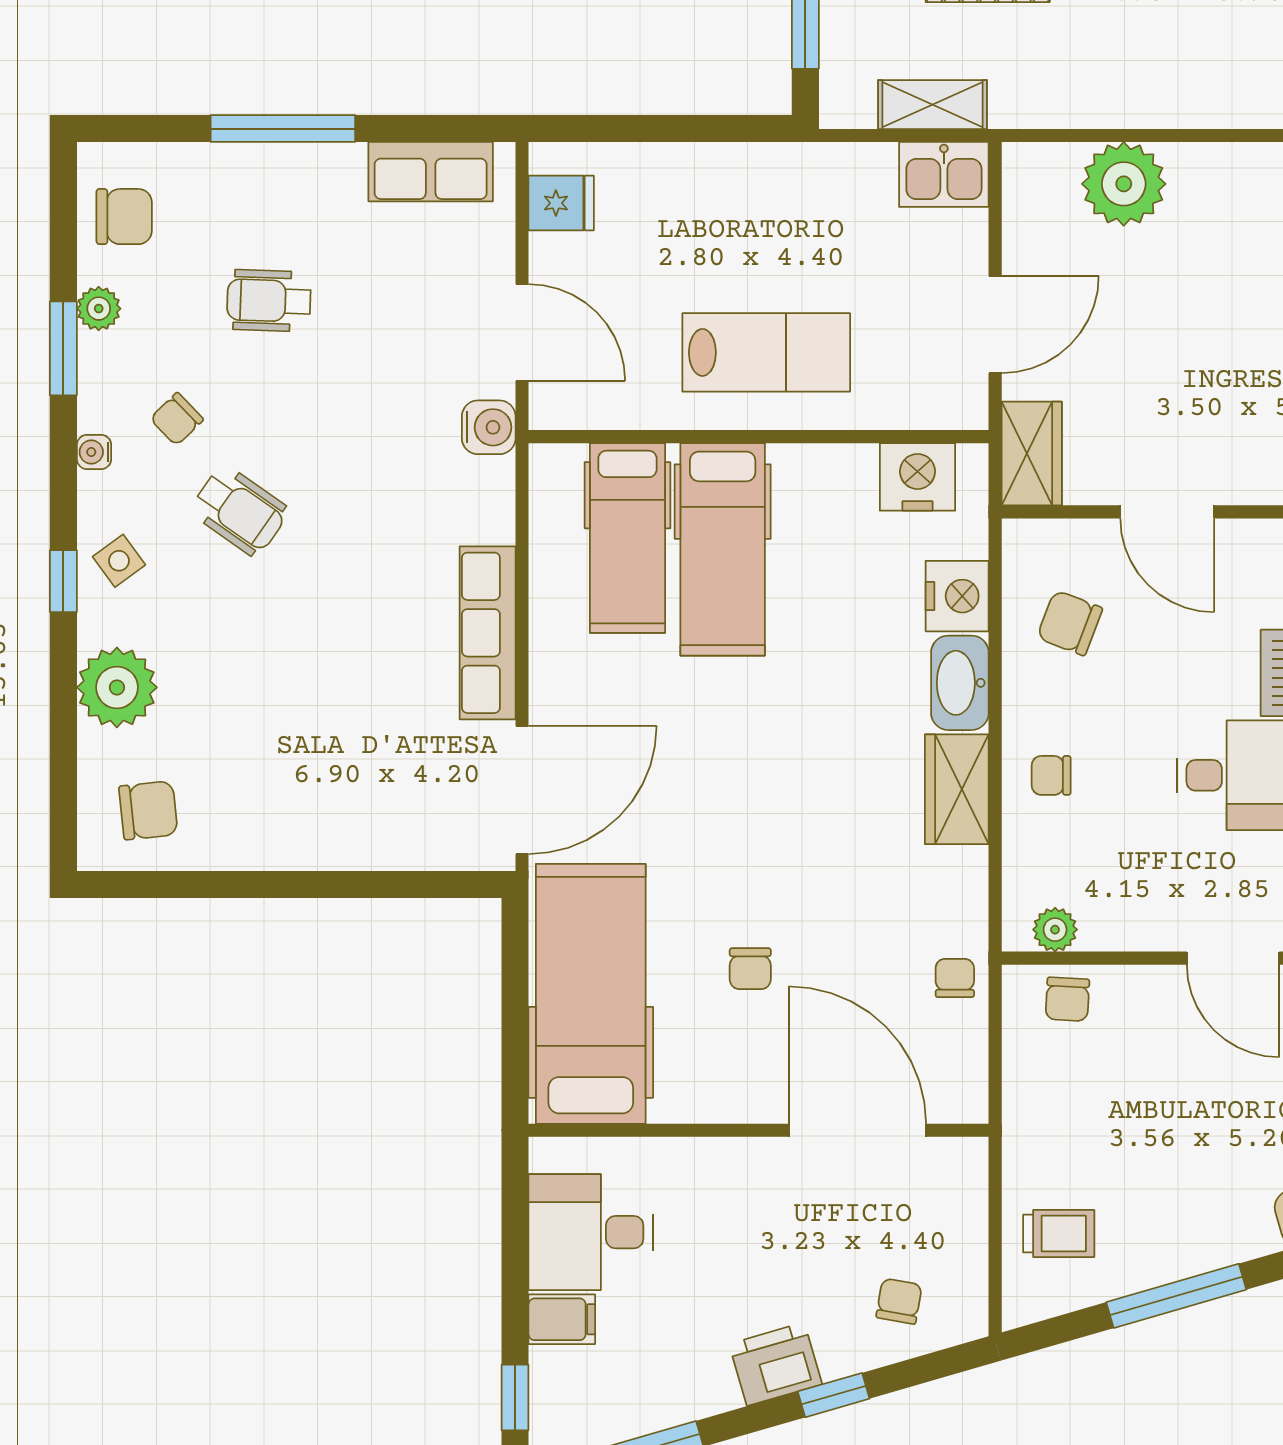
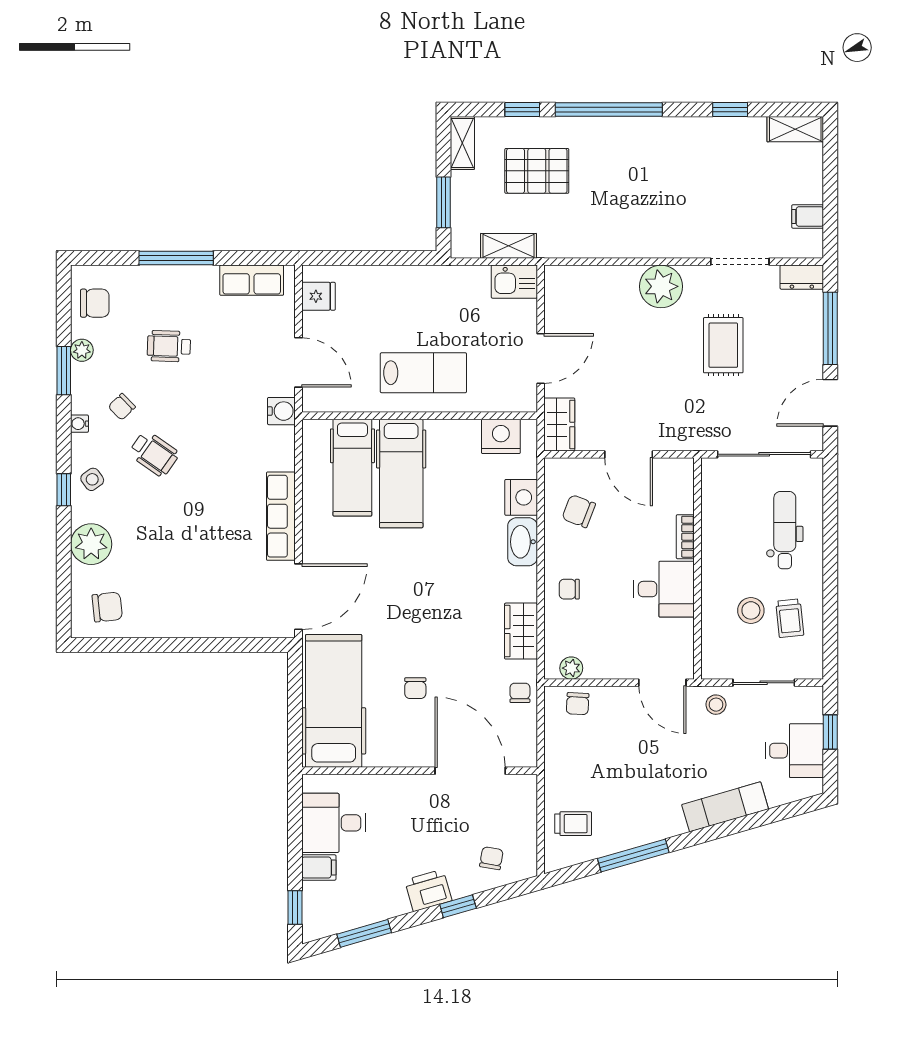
plant: (1124, 184) -> (661, 286), moved
wardrobe: (957, 789) -> (521, 631), moved

